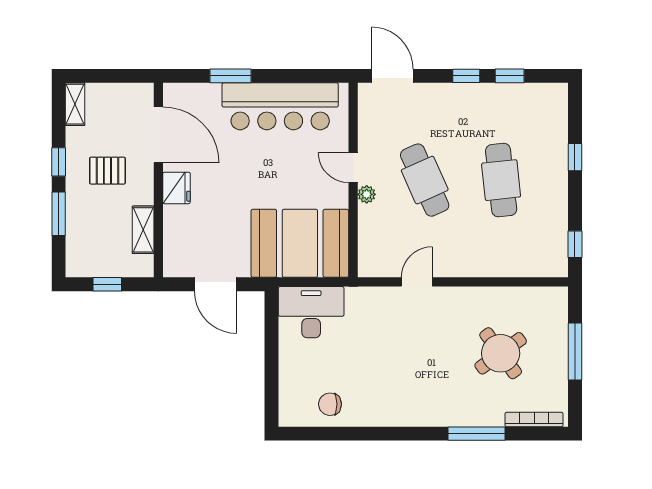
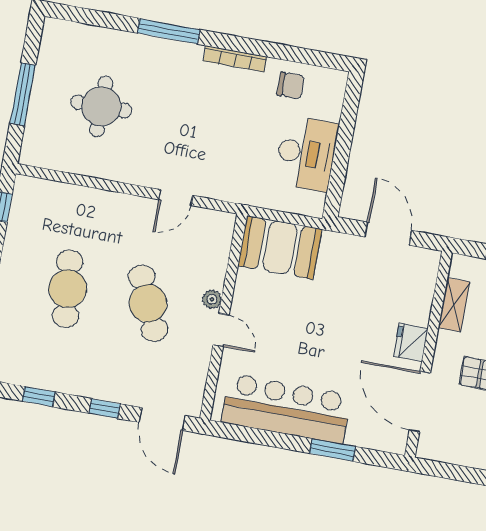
window: (466, 76) -> (105, 409), moved
booth: (300, 243) -> (280, 247), width x0.73, depth x0.70
desk: (311, 312) -> (306, 153), moved, turned -90
round table: (501, 353) -> (101, 106), turned 36
bookcase: (534, 419) -> (235, 59), moved
window: (477, 434) -> (168, 31), moved

